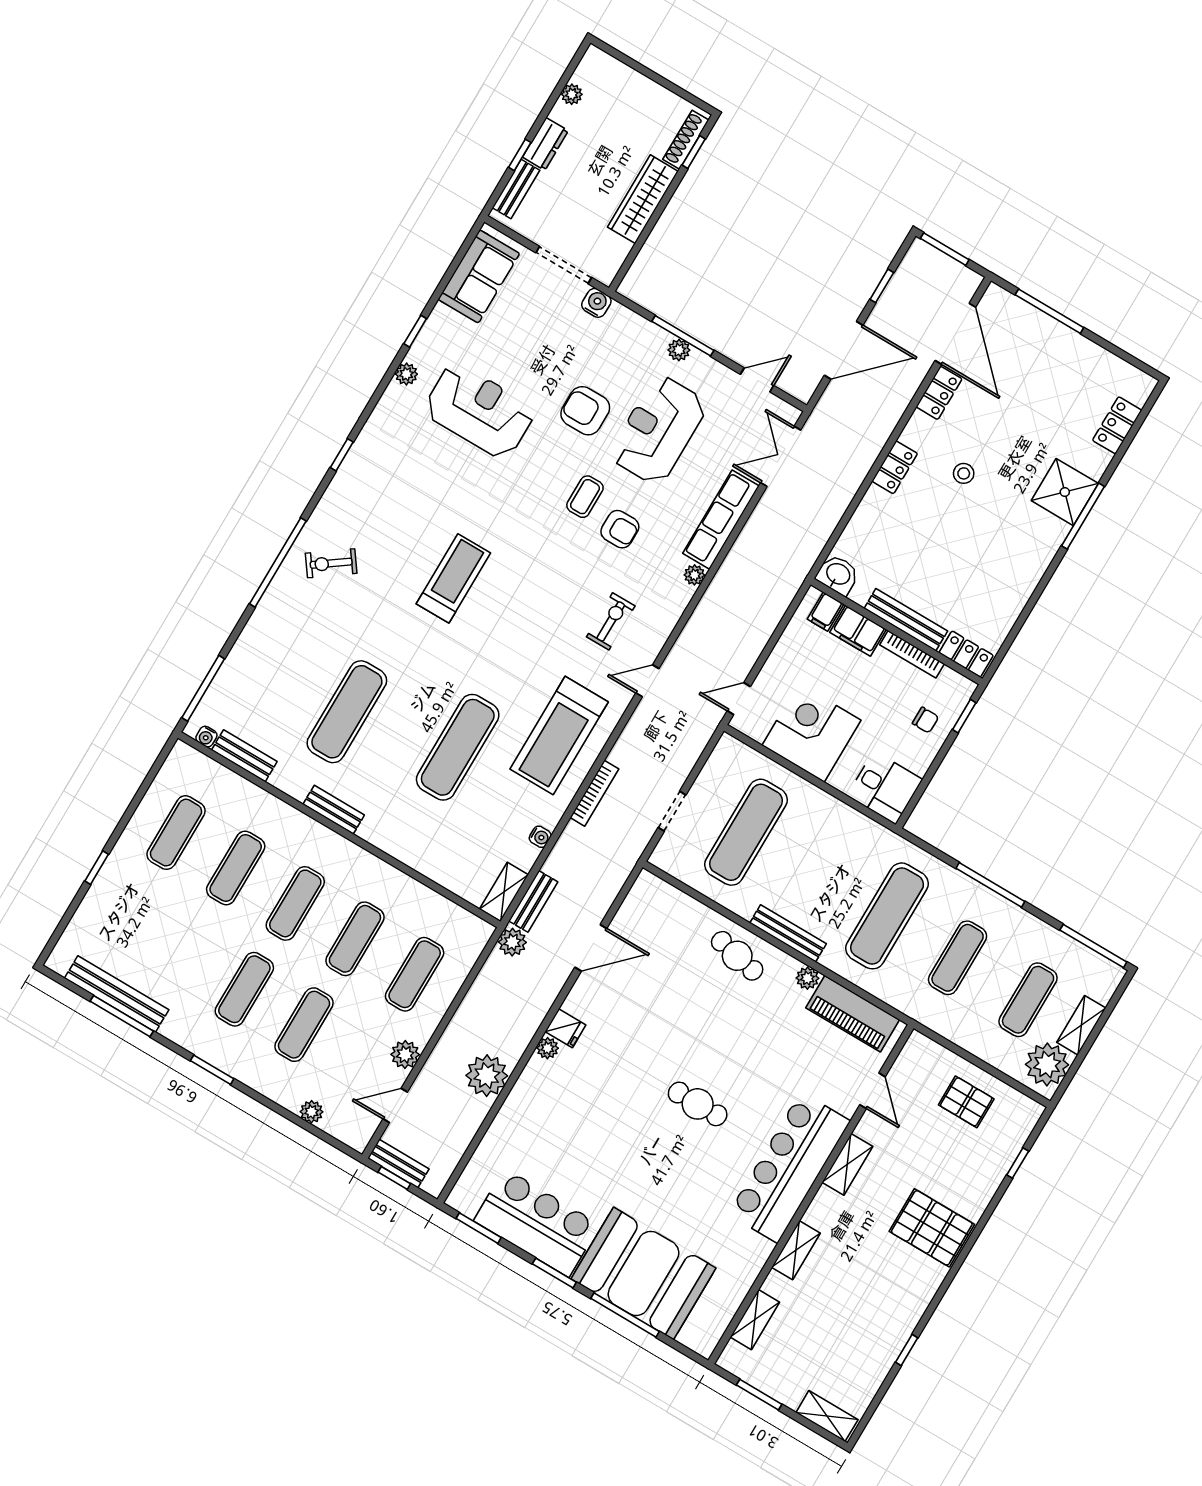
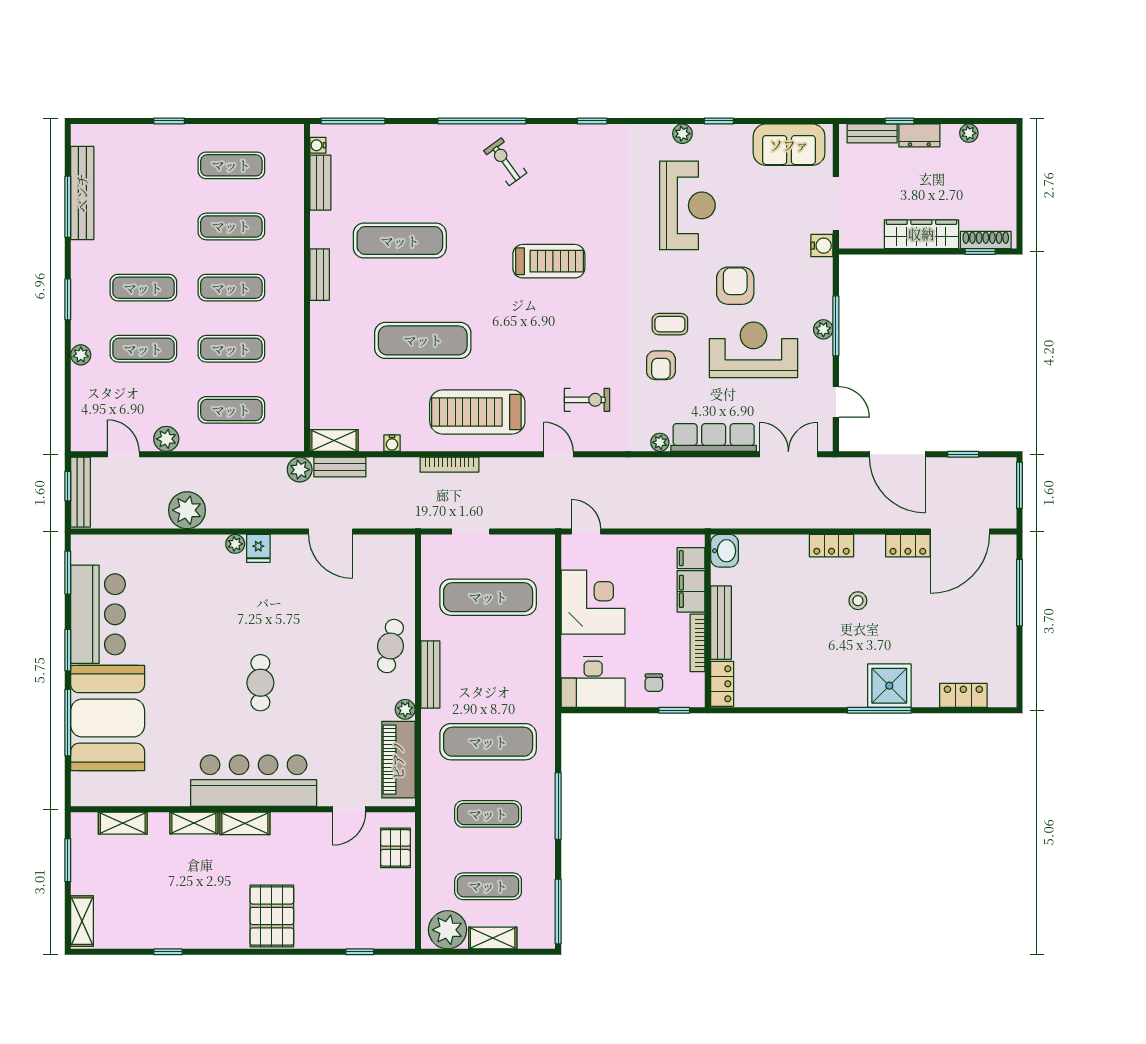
desk: (885, 788) -> (593, 682), width x1.37
pallet: (966, 1102) -> (395, 848), moved
plant: (312, 1112) -> (81, 355), moved
bench: (398, 1164) -> (81, 492), width x1.36
shelving: (847, 1164) -> (245, 823), moved

